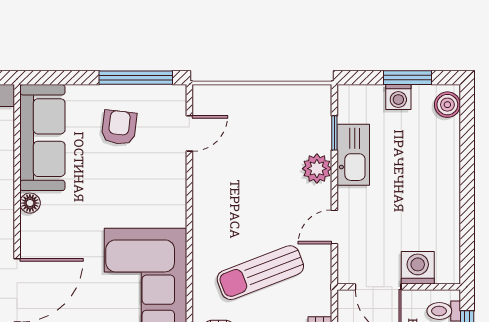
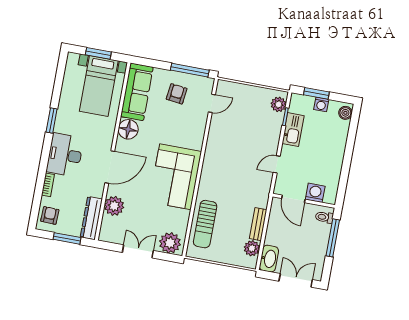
window: (408, 78) -> (316, 93), moved
plant: (317, 169) -> (278, 104), moved
floor lamp: (30, 203) -> (128, 129), width x1.89, depth x1.89
sun lounger: (260, 273) -> (235, 181), removed

